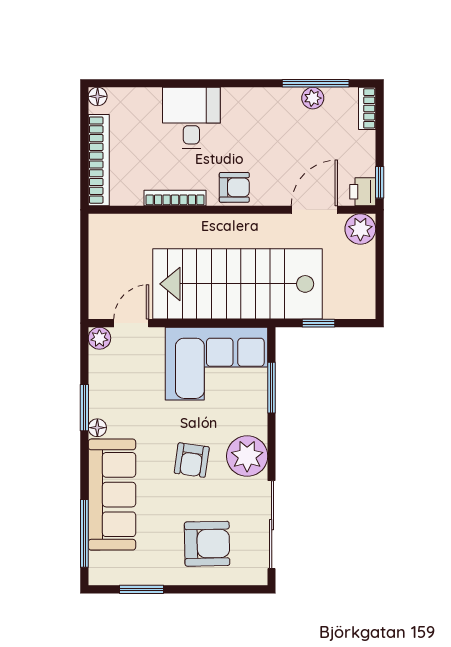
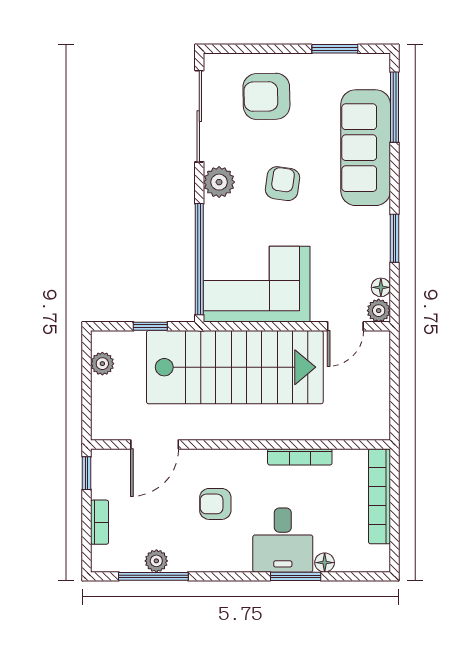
window: (179, 83) -> (296, 576), added
floor lamp: (98, 96) -> (325, 563), moved
bookcase: (367, 108) -> (100, 522), moved
armchair: (234, 187) -> (215, 504), moved
printer: (363, 192) -> (104, 463), removed
plant: (360, 229) -> (102, 364), moved, width x0.73, depth x0.73
window: (272, 388) -> (199, 259), width x2.11
floor lamp: (97, 428) -> (381, 287), moved
plant: (247, 456) -> (219, 182), width x0.73, depth x0.73

